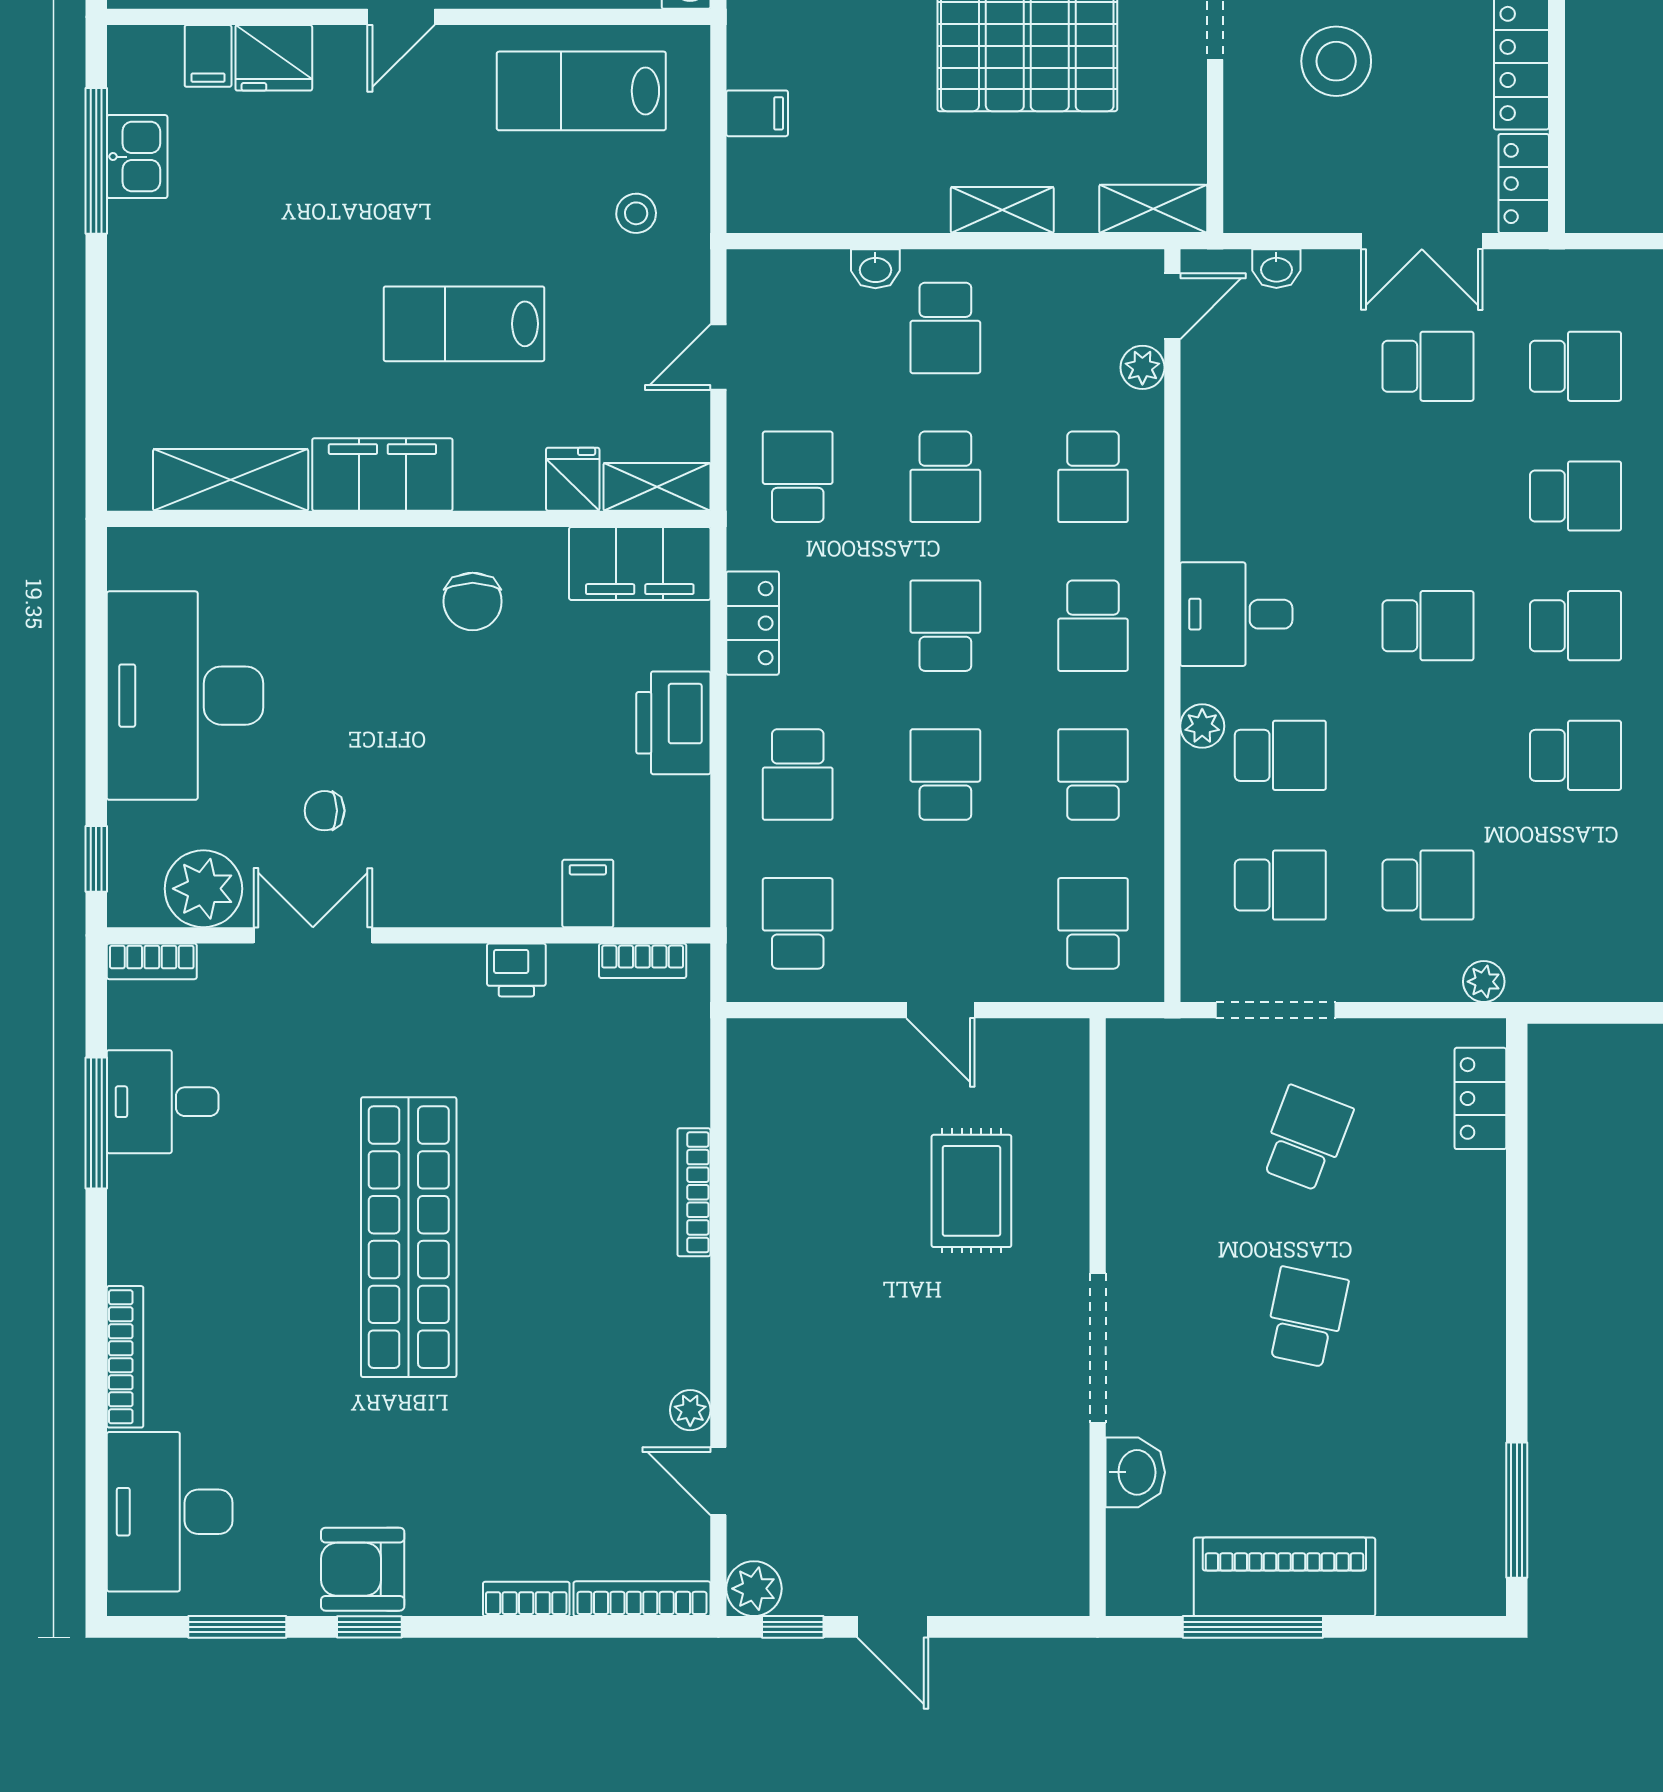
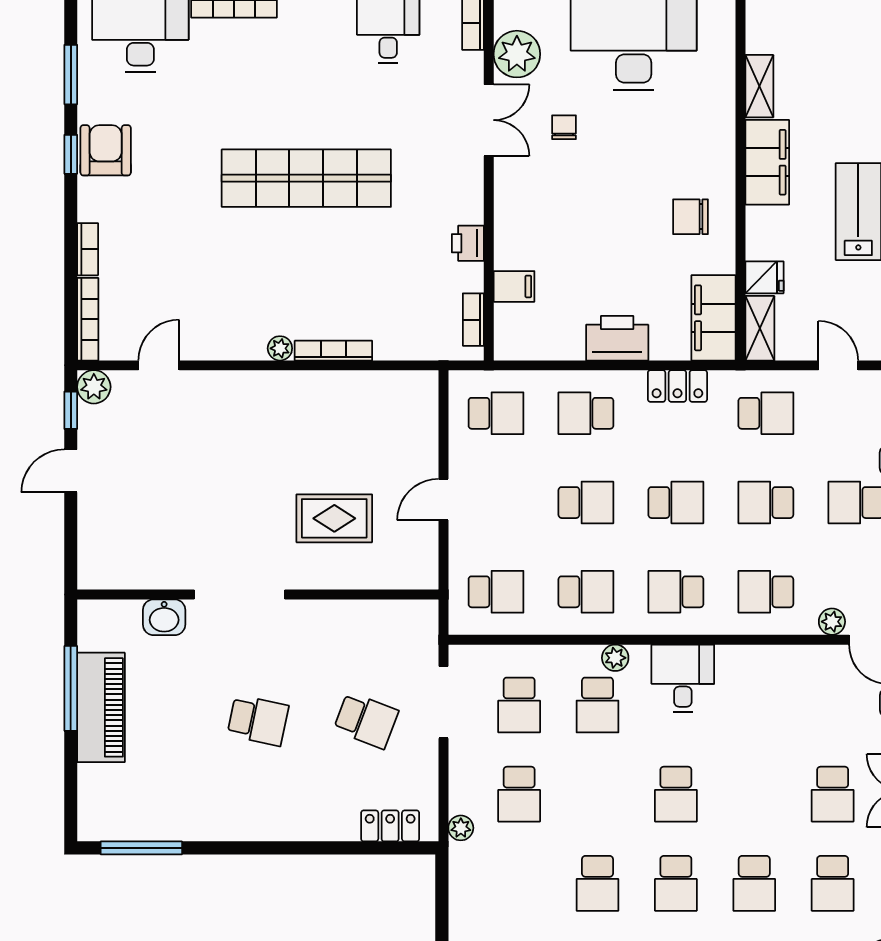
shelving: (231, 480) -> (759, 86), width x0.67, depth x0.75
plant: (690, 1410) -> (280, 348), moved

